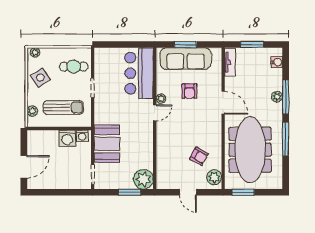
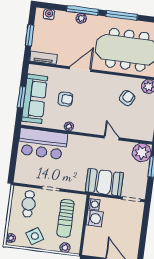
sun lounger: (63, 108) -> (65, 218), turned 180
door: (155, 113) -> (112, 138), moved

